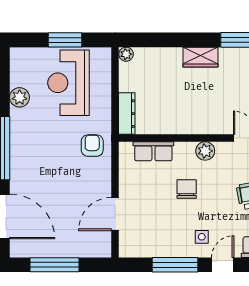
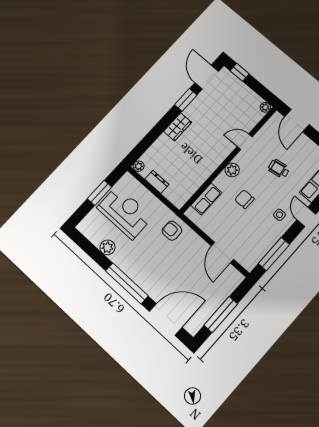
reception desk: (68, 83) -> (125, 212), turned 180
dresser: (127, 114) -> (157, 182), moved, width x0.70
window: (175, 265) -> (274, 254), moved

